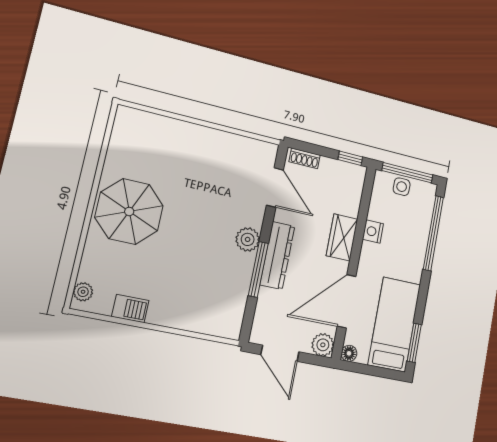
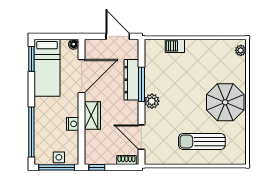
sun lounger: (182, 158) -> (202, 142), added
dresser: (277, 255) -> (131, 80), moved
barbecue: (130, 309) -> (175, 46), moved
plant: (323, 345) -> (92, 46), removed

